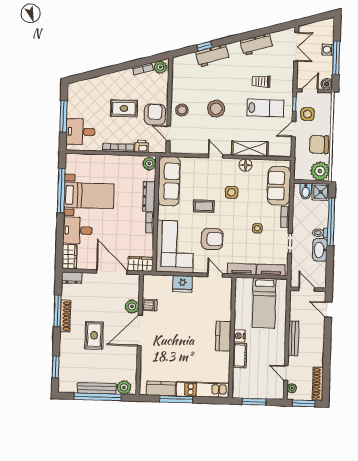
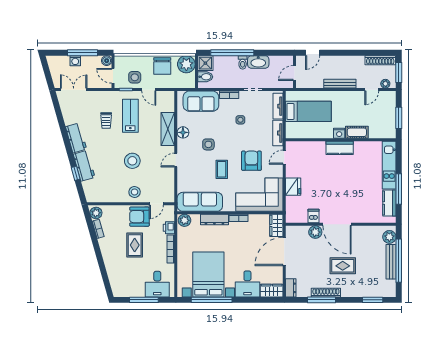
workbench: (257, 44) -> (76, 138), moved
bed with nightstands: (89, 196) -> (208, 274), width x1.36

